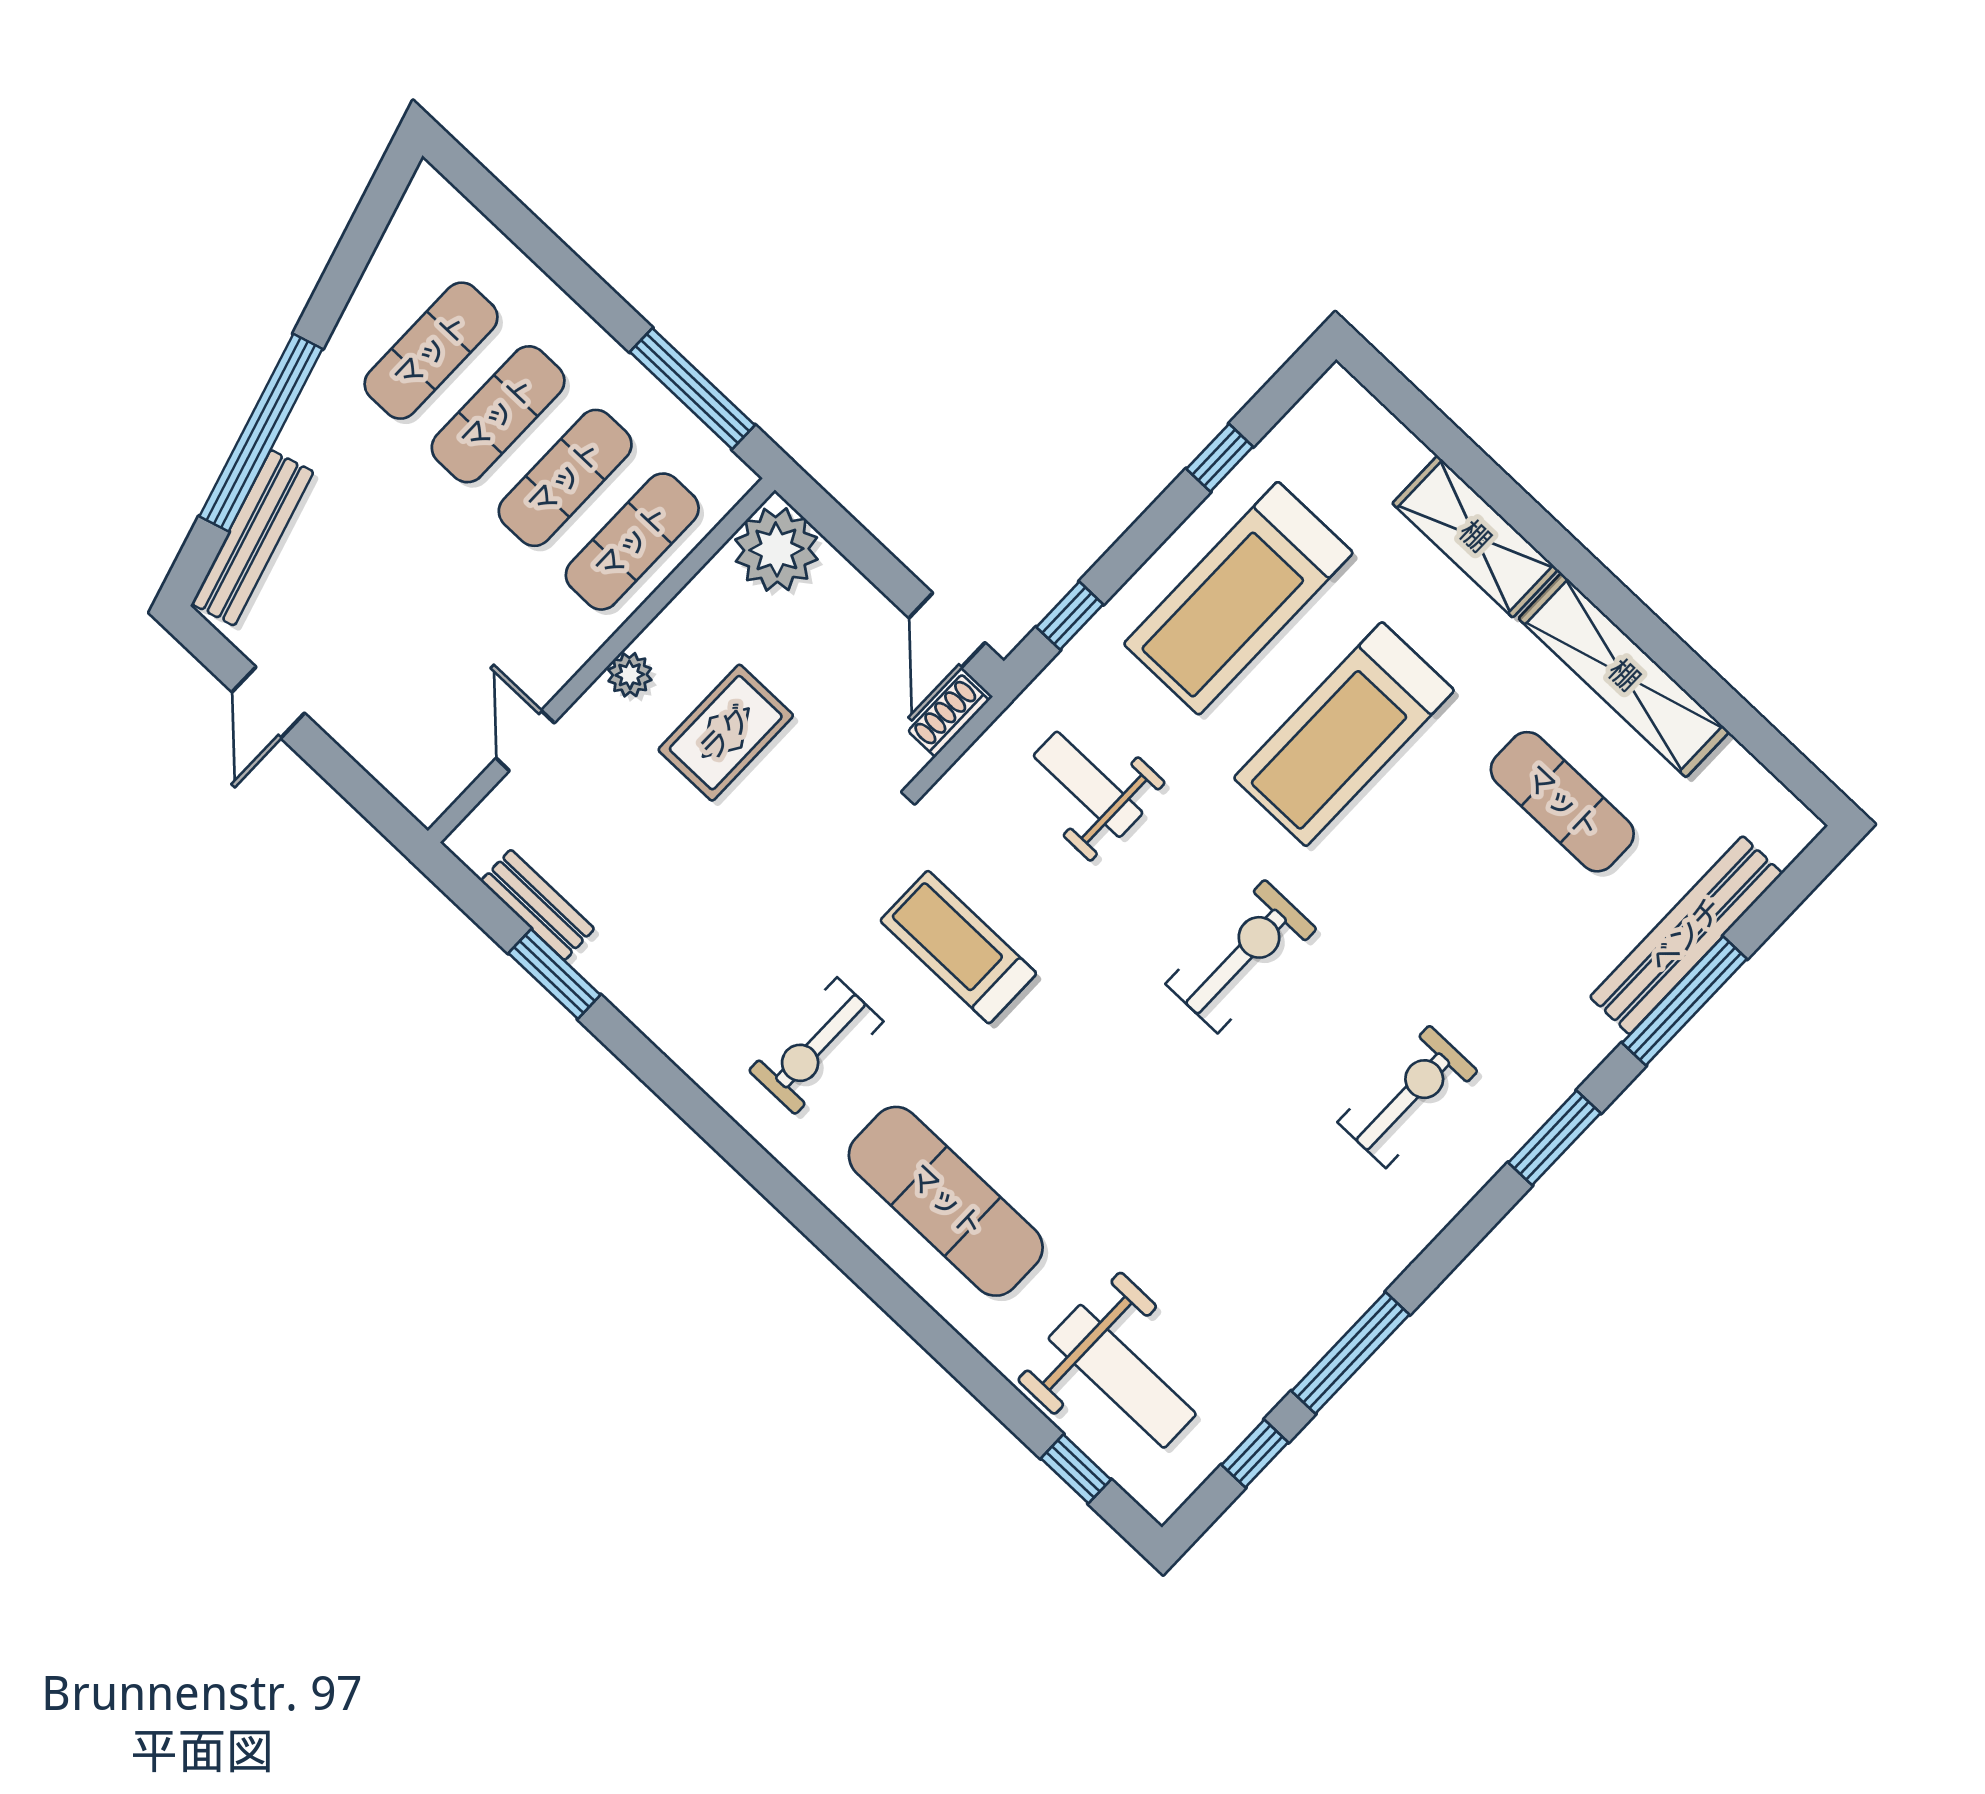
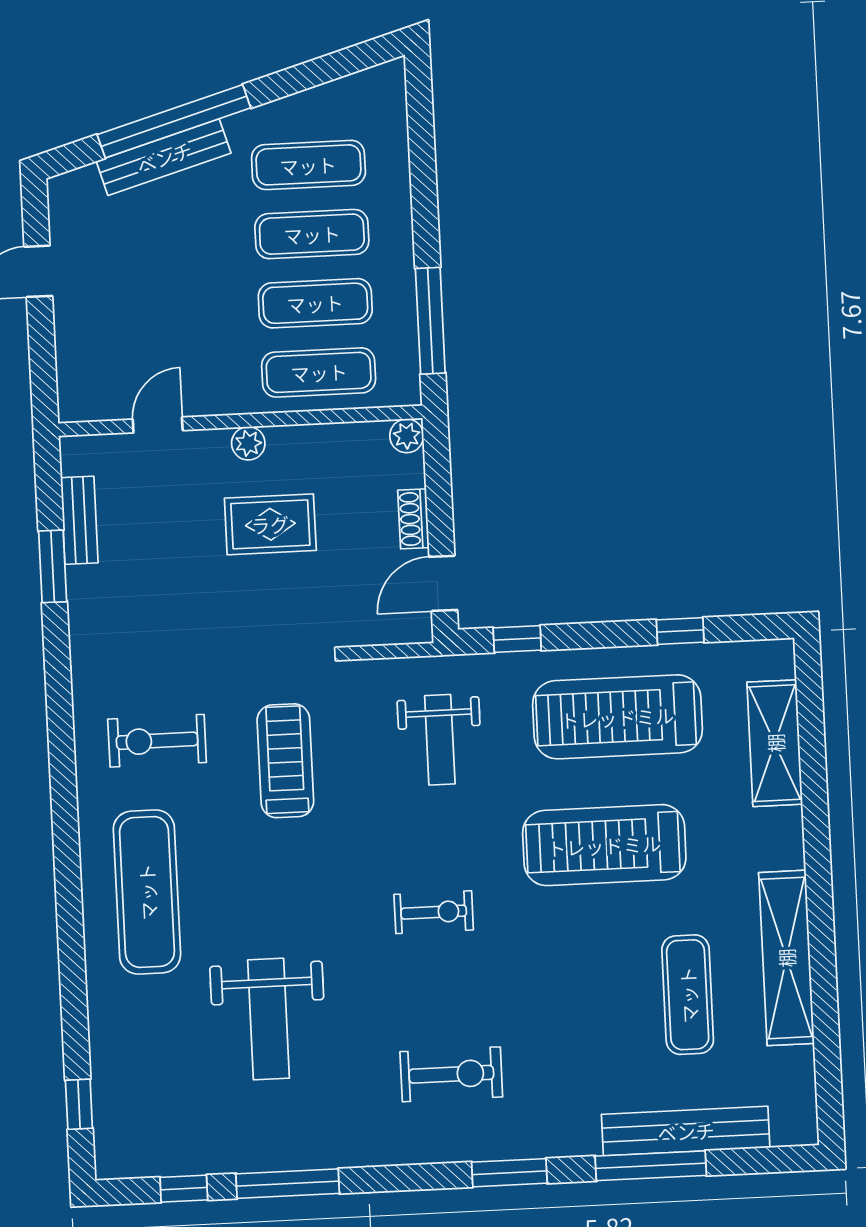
shelving: (1475, 536) -> (775, 743), moved
bench: (253, 538) -> (164, 157), moved
plant: (776, 549) -> (407, 436), width x0.53, depth x0.53
shoe rack: (949, 716) -> (413, 519), moved, turned -90
weight bench: (1088, 784) -> (440, 740), turned 180
exercise bike: (1241, 956) -> (434, 912), width x0.73, depth x0.72
weight bench: (1122, 1376) -> (269, 1019), moved

